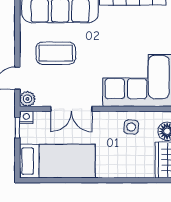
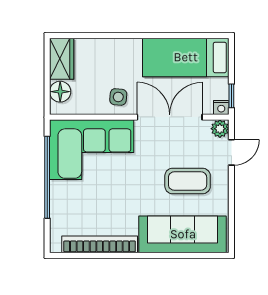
double door: (71, 109) -> (170, 117), width x1.37
side table: (131, 127) -> (118, 97), moved

